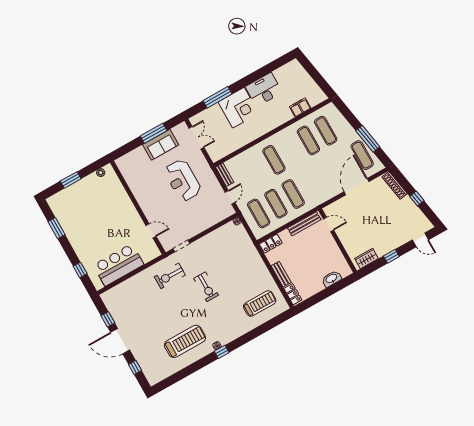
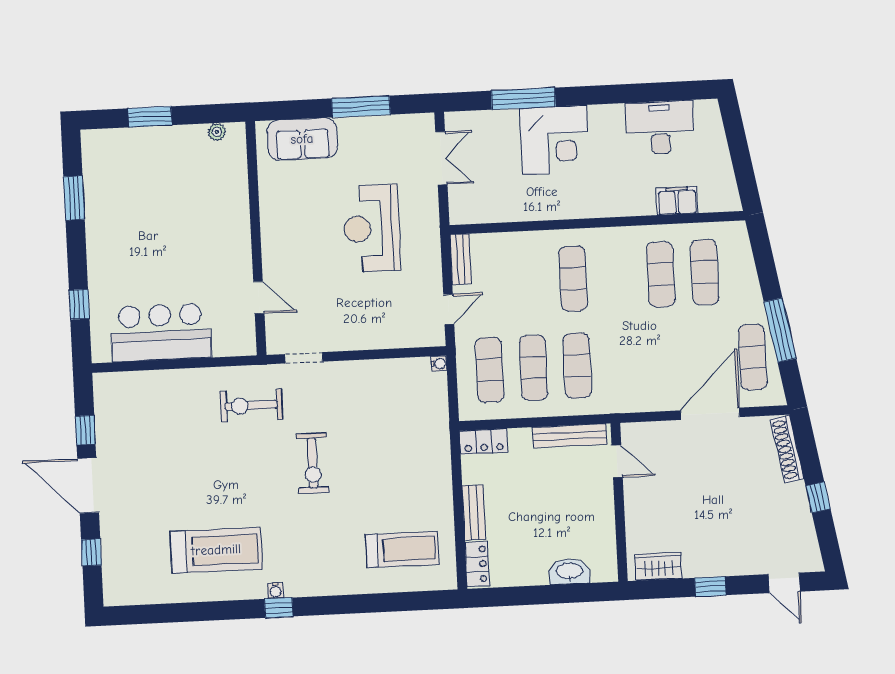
desk: (264, 90) -> (660, 128), moved
sofa: (161, 145) -> (302, 139), moved

